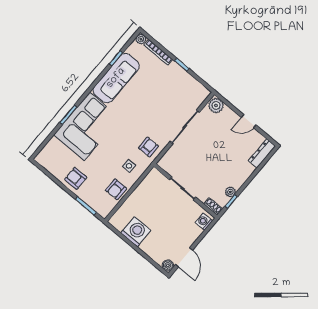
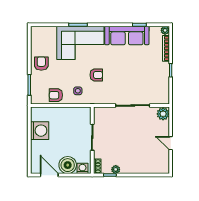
armchair: (149, 147) -> (96, 75), moved
dresser: (262, 153) -> (157, 169), removed
door: (184, 257) -> (49, 175), swing flipped
boiler: (168, 265) -> (68, 165), moved, width x1.86, depth x1.86

